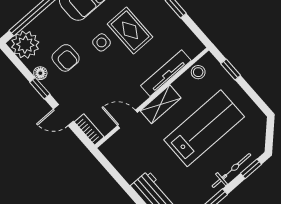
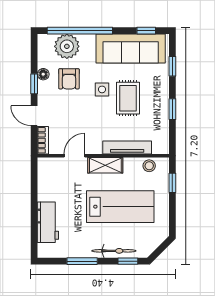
plant: (25, 45) -> (67, 46), moved
door: (127, 119) -> (74, 156), hinge flipped

